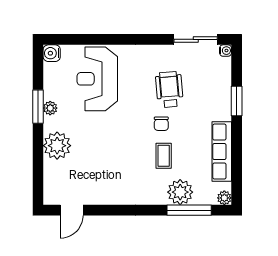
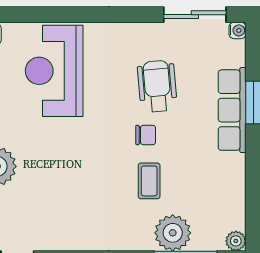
chair: (161, 124) -> (146, 135), turned -90
row of seats: (222, 152) -> (232, 110), moved

